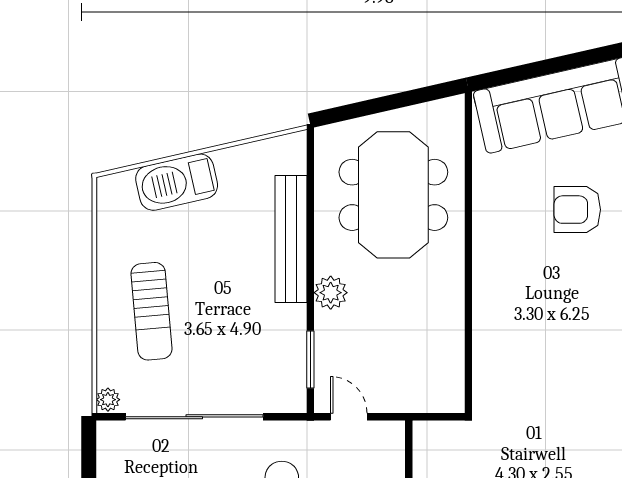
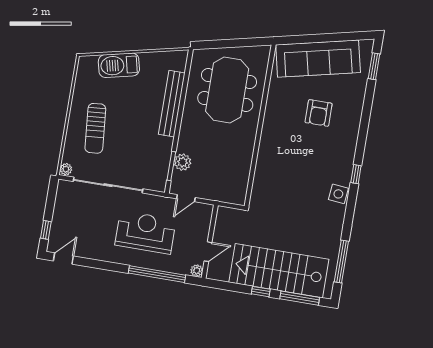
armchair: (577, 210) -> (319, 113), turned -90
plant: (331, 293) -> (183, 162), moved
door: (349, 417) -> (186, 198), swing flipped

